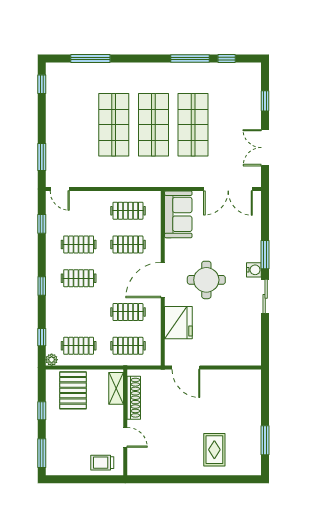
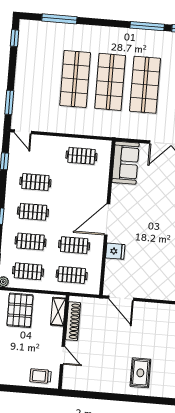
clothes rail: (128, 244) -> (30, 242), moved
round table: (206, 280) -> (145, 223), removed
fridge: (178, 323) -> (115, 251), width x0.53, depth x0.75

